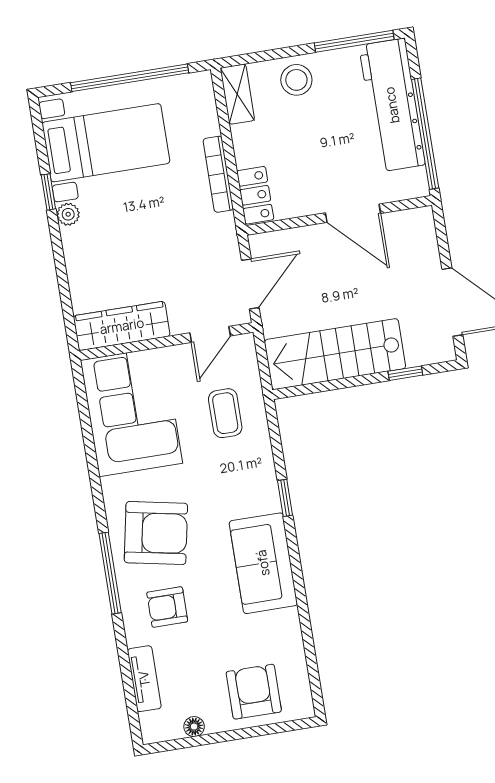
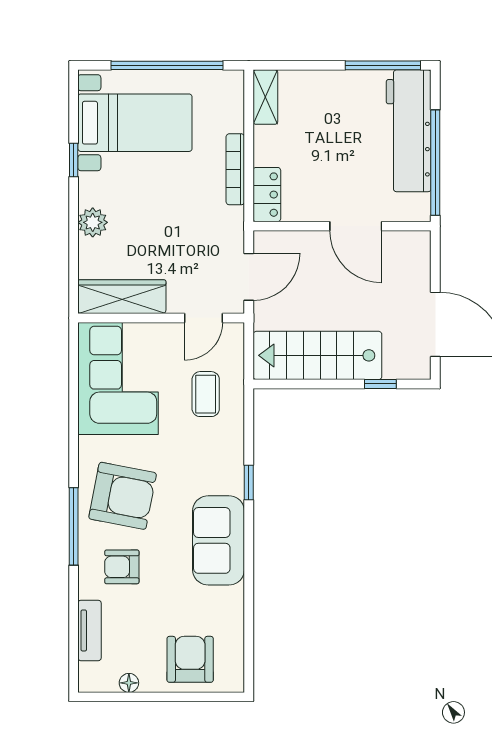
stool: (296, 80) -> (323, 93), removed
plant: (68, 214) -> (93, 222), moved, width x1.38, depth x1.38

